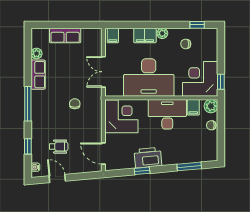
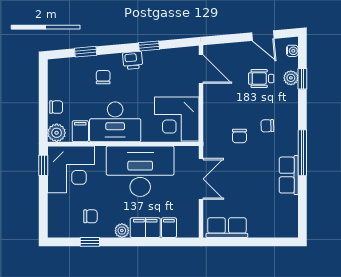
window: (197, 25) -> (90, 242), moved
filing cabinet: (113, 35) -> (169, 228), moved
row of seats: (65, 36) -> (227, 228), moved
plant: (36, 54) -> (291, 78), moved
window: (28, 104) -> (302, 153), moved
chair: (54, 111) -> (267, 126), added
chair: (176, 148) -> (103, 77), added
printer: (148, 158) -> (133, 60), width x0.53, depth x0.68
window: (189, 166) -> (86, 52), width x0.67

